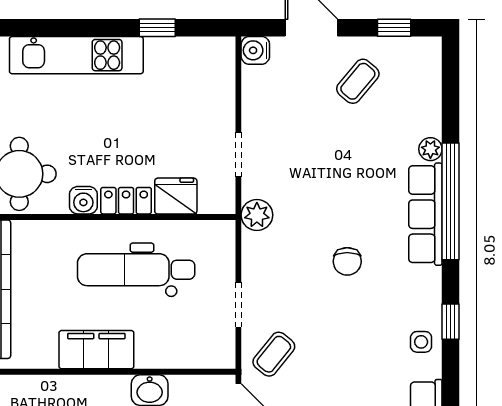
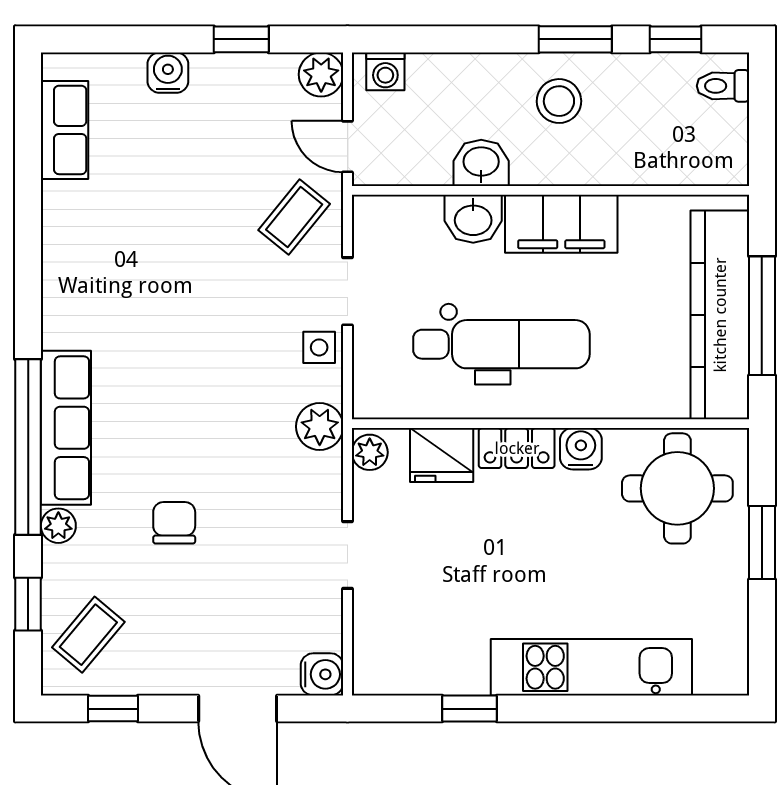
coffee table: (358, 81) -> (88, 635), moved
doorway: (238, 154) -> (348, 555), moved
plant: (224, 198) -> (370, 452), added
chair: (347, 261) -> (174, 523), moved
window: (451, 322) -> (28, 604), moved
side table: (421, 342) -> (319, 347), moved
washbasin: (155, 353) -> (473, 219), added

